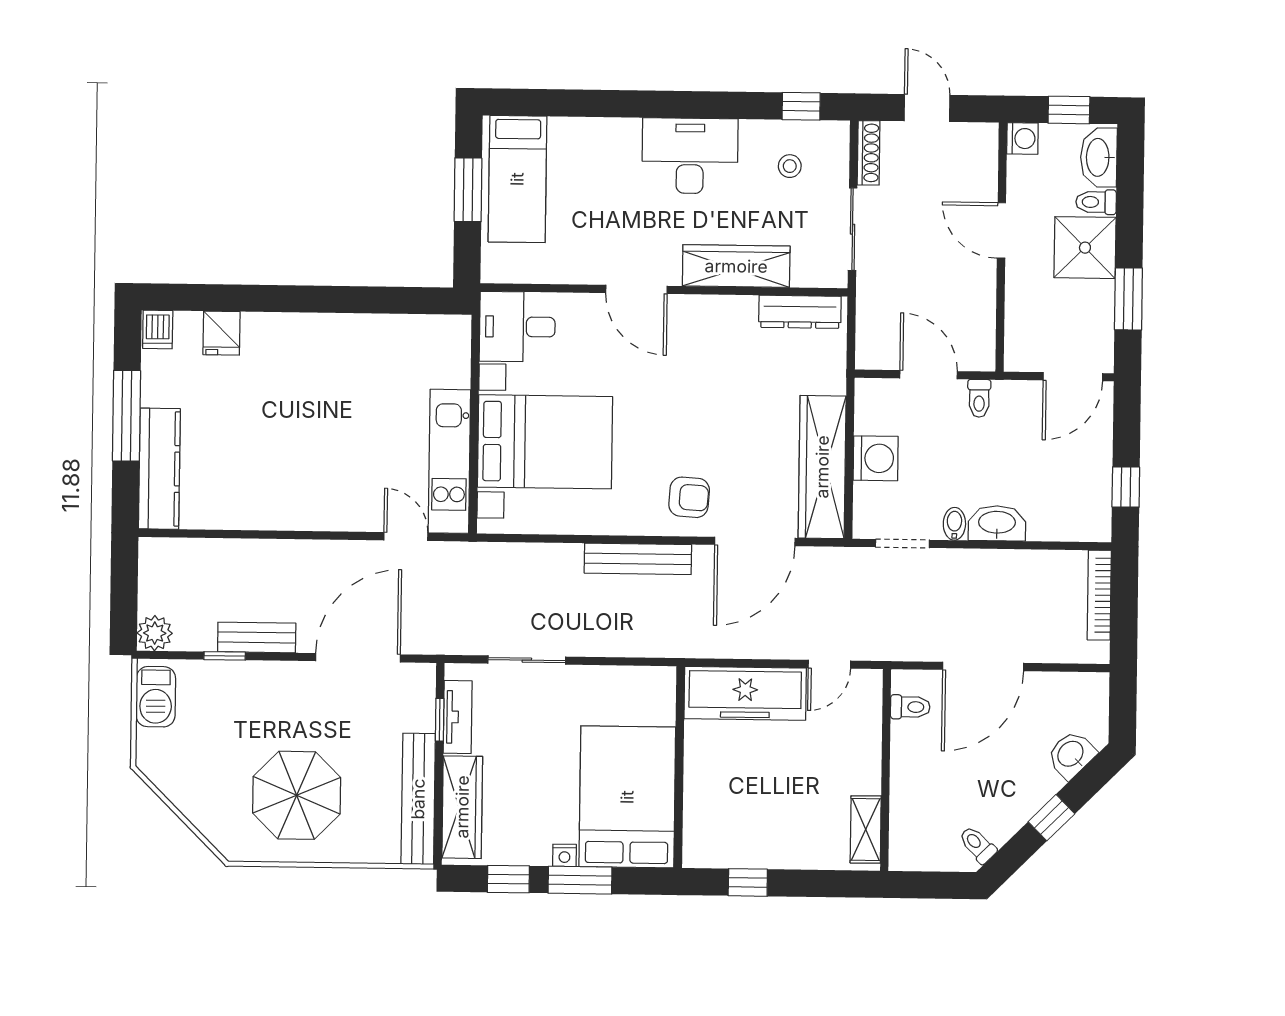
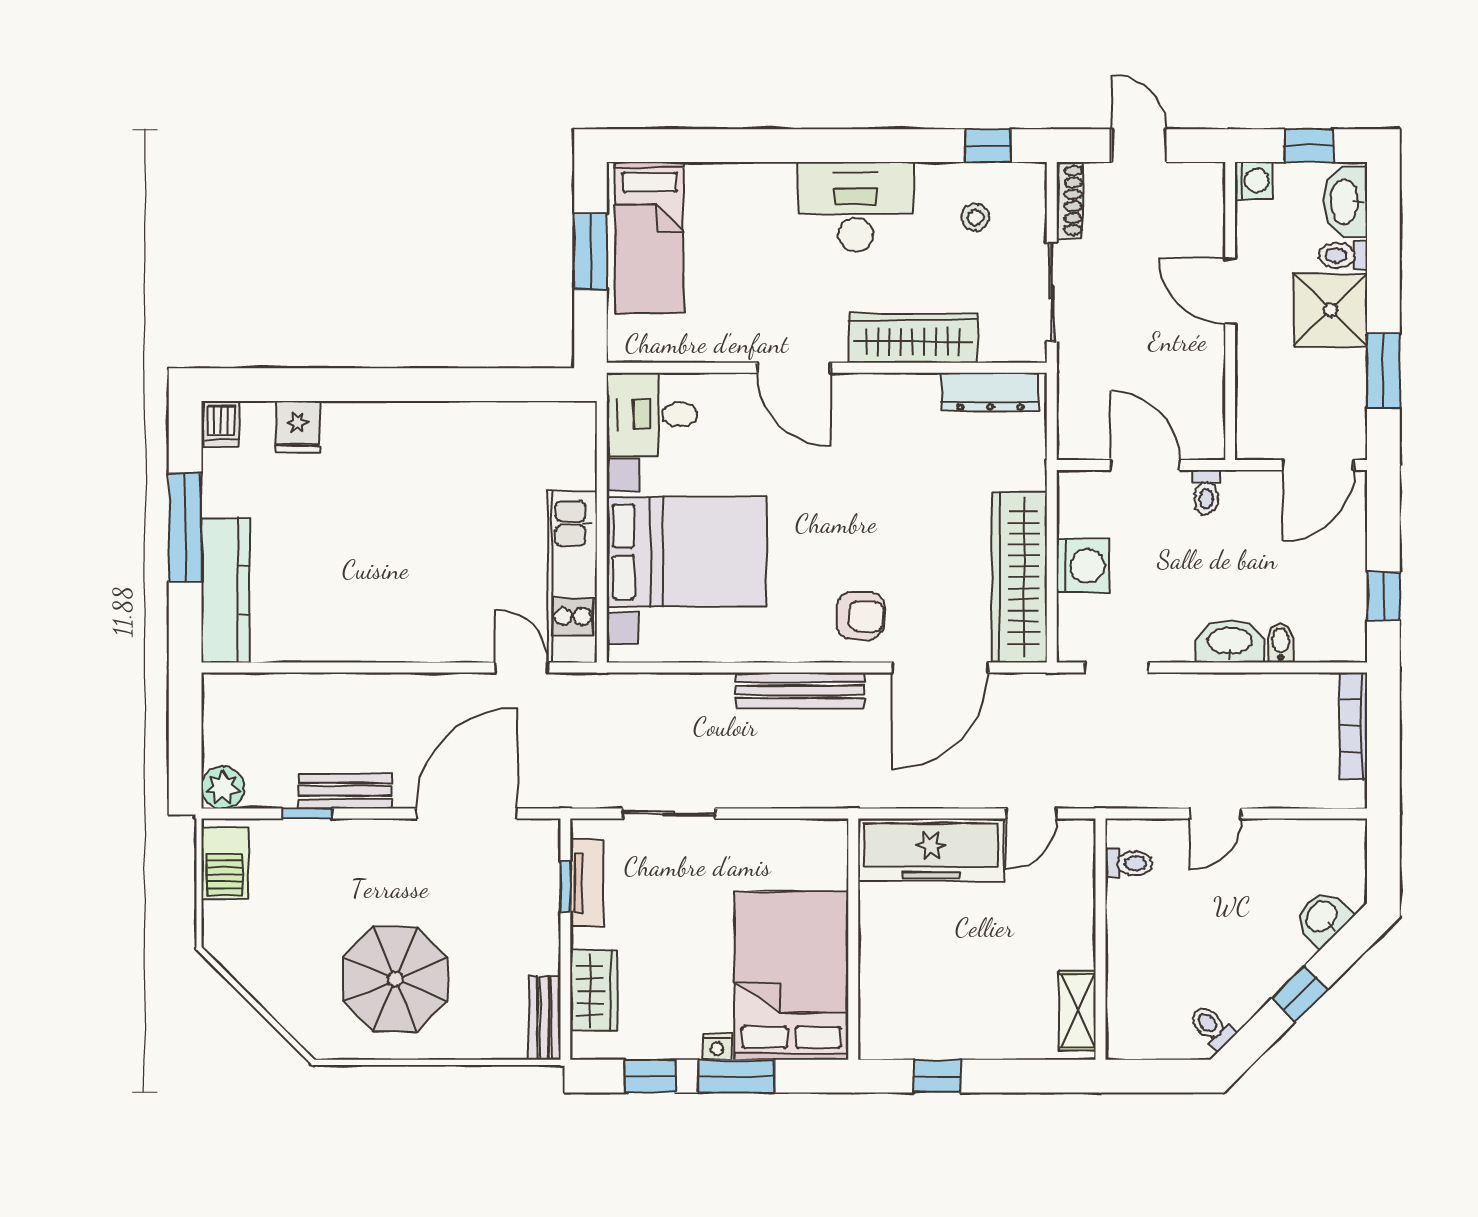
bidet: (954, 524) -> (1281, 643), moved
door: (983, 666) -> (1215, 814), width x0.53
bench: (418, 799) -> (544, 1018), width x0.54, depth x0.82
wardrobe: (462, 807) -> (594, 991), width x0.67

